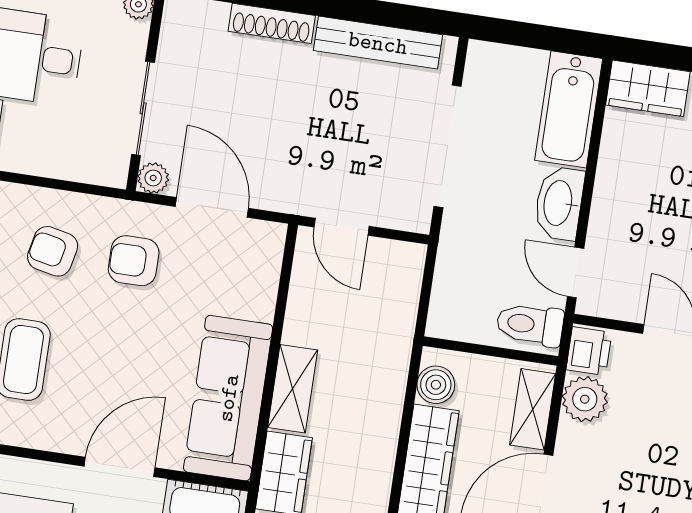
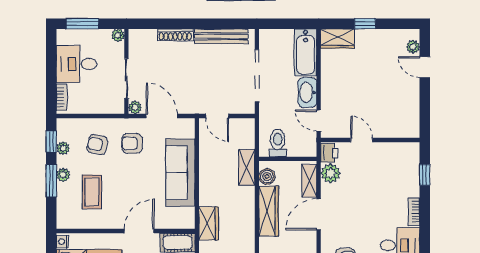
toilet: (530, 325) -> (278, 143), moved, turned 90
shelving: (293, 389) -> (247, 167), moved
sofa: (228, 398) -> (180, 173), moved

